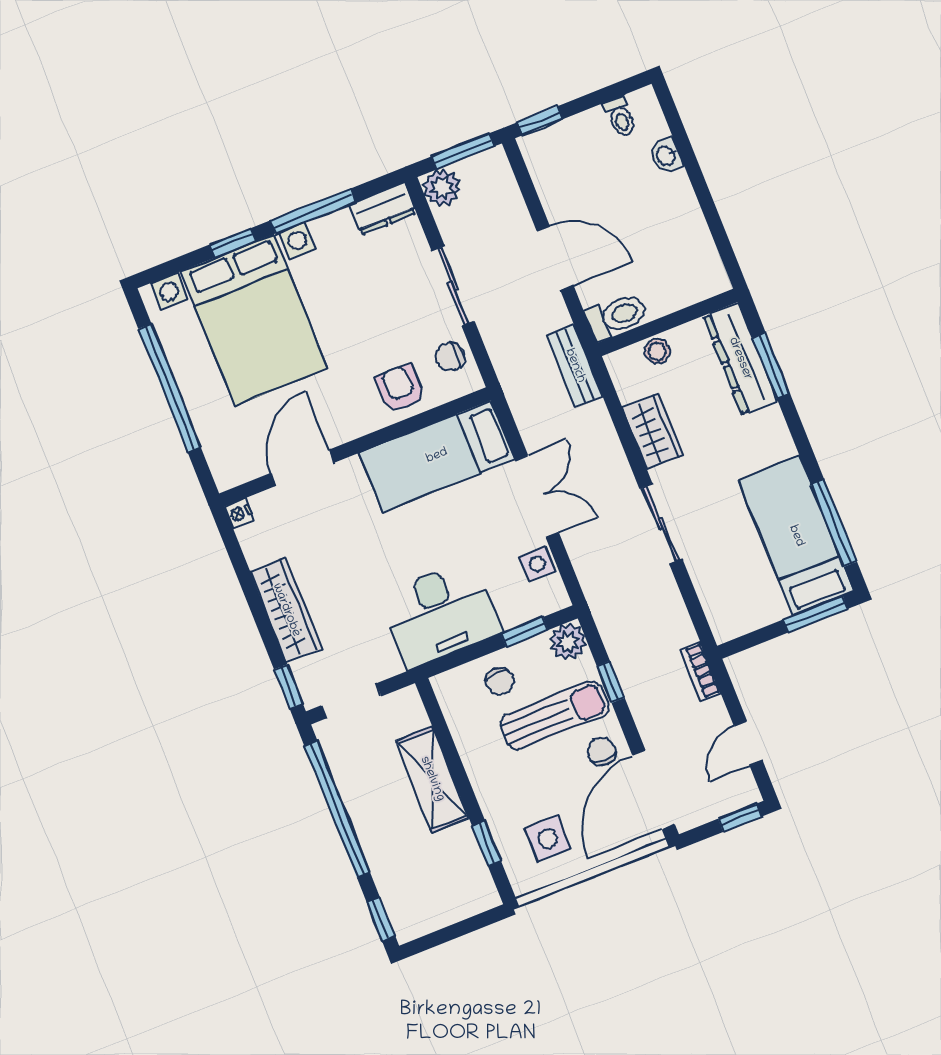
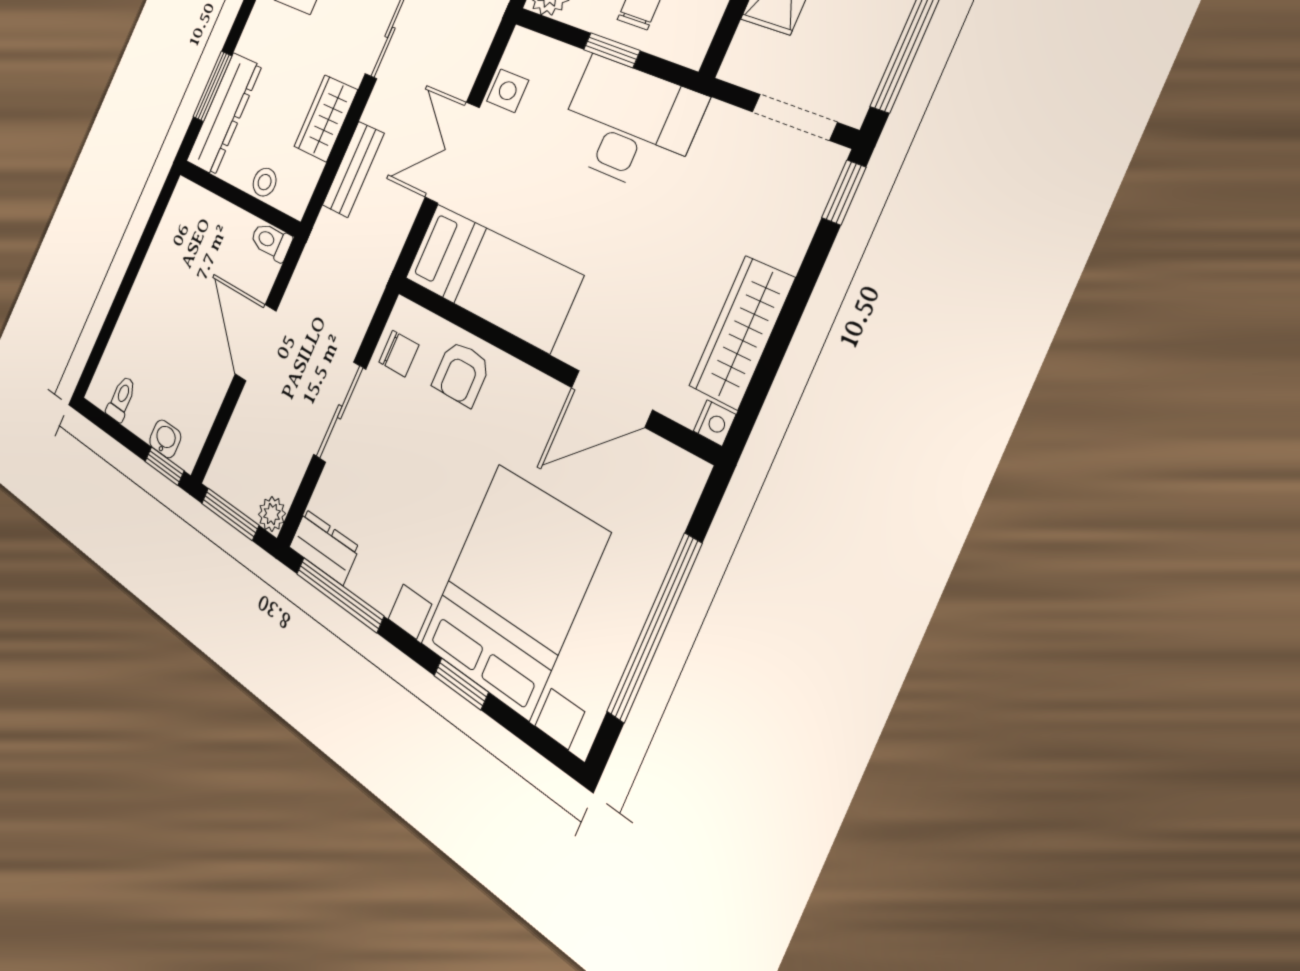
washbasin: (666, 156) -> (165, 439), moved, turned -90
plant: (442, 188) -> (272, 514), width x0.73, depth x0.73
window: (313, 211) -> (340, 595), moved
toilet: (617, 316) -> (271, 241), width x0.73, depth x0.72
bench: (575, 366) -> (353, 169), moved
wardrobe: (286, 610) -> (742, 332), moved
window: (525, 632) -> (612, 50), moved

